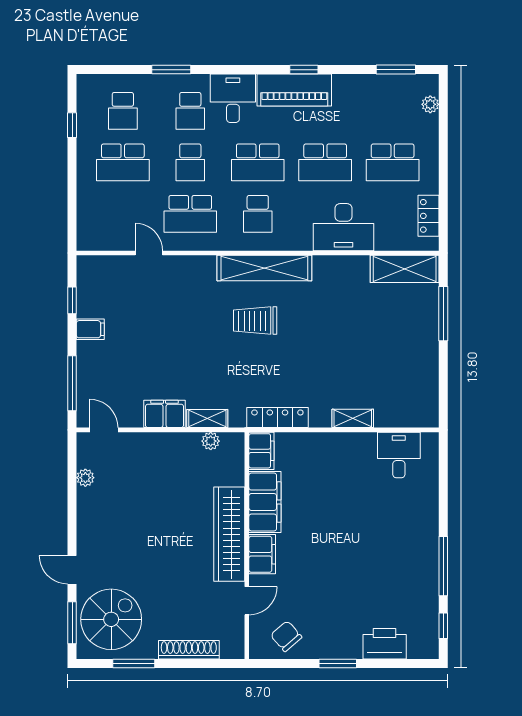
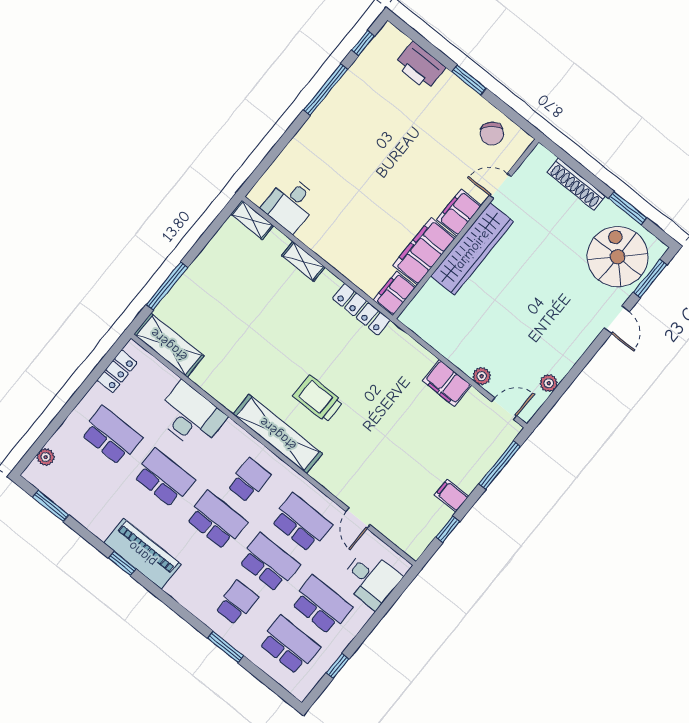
desk: (233, 98) -> (371, 579), moved, turned -90
school desk: (123, 111) -> (289, 645), width x1.85
school desk: (190, 162) -> (269, 563), width x1.85
trolley: (255, 321) -> (318, 399), turned 180
shelving: (207, 418) -> (252, 220), moved
door: (104, 430) -> (504, 409), swing flipped
plant: (211, 441) -> (482, 376), moved
spiral stairs: (111, 619) -> (618, 257), turned 90

